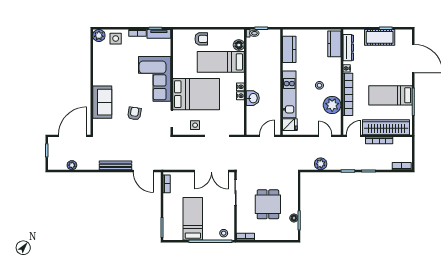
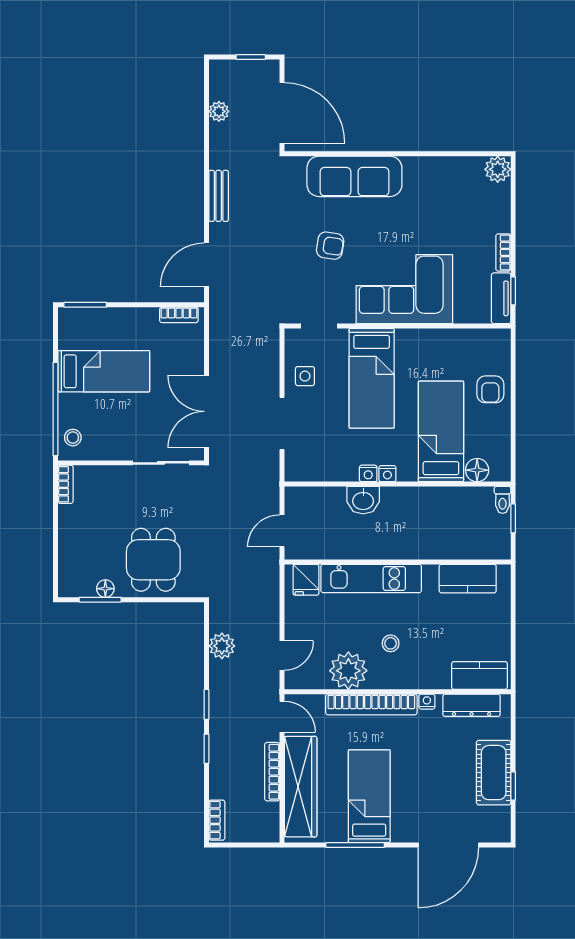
side table: (116, 39) -> (491, 205), removed
bed: (196, 94) -> (372, 378), width x0.67
sofa: (102, 102) -> (354, 176), width x1.36
door: (267, 136) -> (282, 531), swing flipped
bench: (116, 165) -> (219, 196), width x0.73
dining table: (268, 204) -> (153, 560), moved, turned 90

